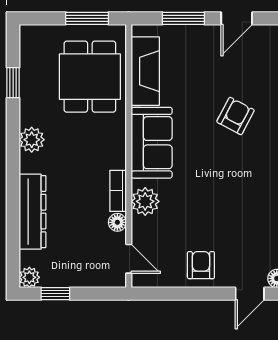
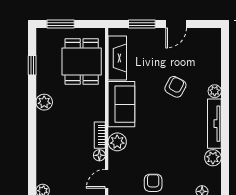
window: (87, 18) -> (61, 24), moved
dresser: (33, 212) -> (45, 148), removed
door: (129, 259) -> (107, 179), swing flipped

